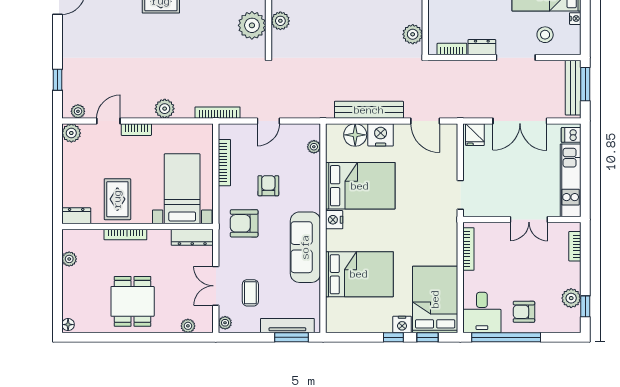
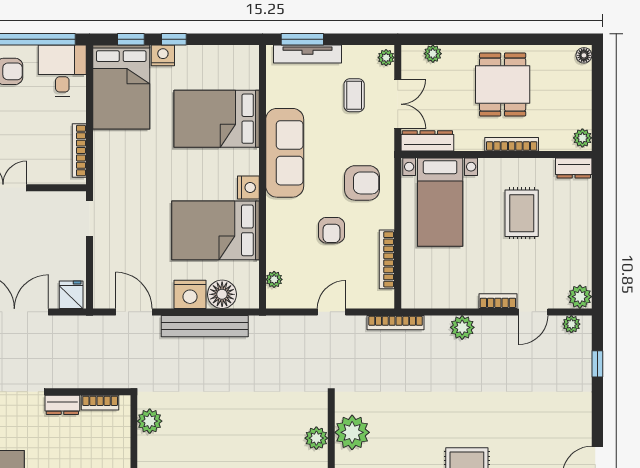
bed with nightstands: (182, 189) -> (440, 202), moved
dresser: (76, 216) -> (574, 168), moved
wall: (137, 226) -> (496, 155), moved
bookcase: (125, 235) -> (512, 144), moved
dresser: (192, 237) -> (427, 141), moved

